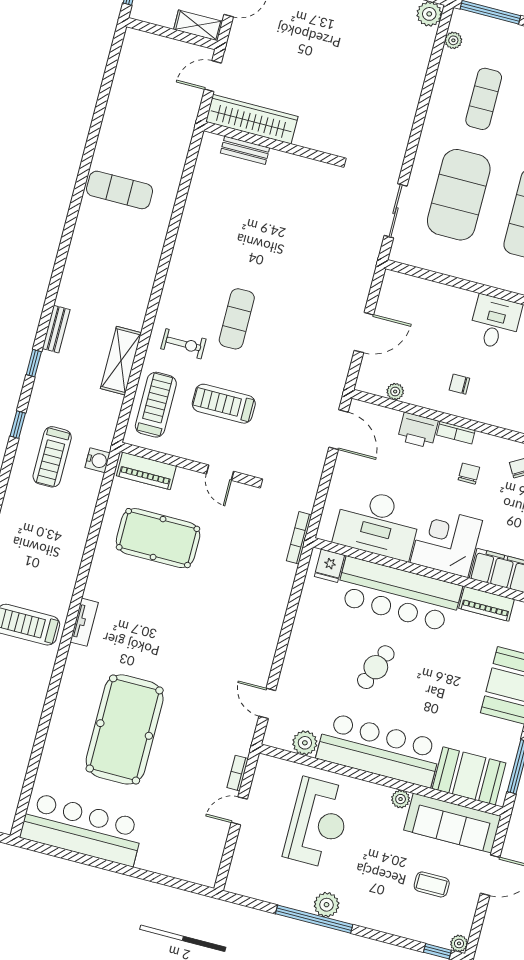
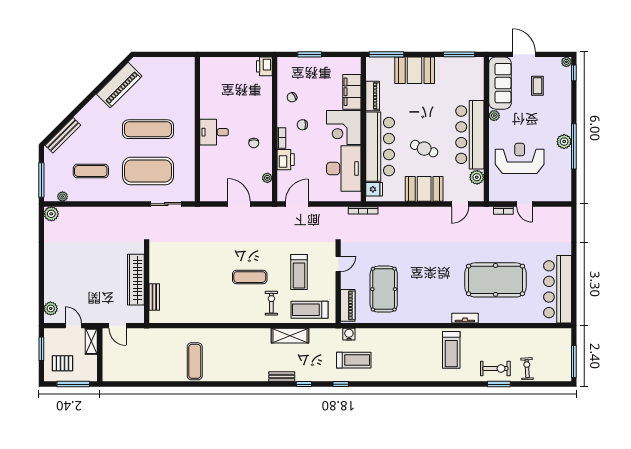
wardrobe: (252, 119) -> (136, 280), moved
tv unit: (84, 622) -> (465, 318), moved
booth: (469, 776) -> (424, 189), moved, turned 90

